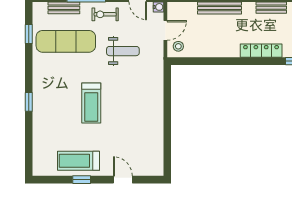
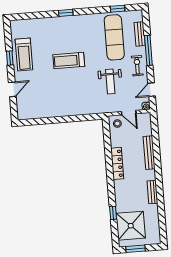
locker: (261, 51) -> (117, 163), moved
treadmill: (79, 161) -> (24, 54), turned 180

